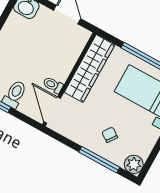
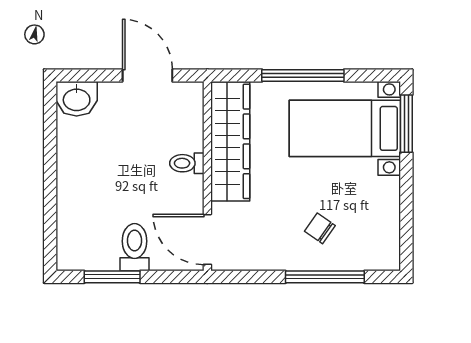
toilet: (53, 85) -> (187, 163), moved
plant: (134, 164) -> (384, 254), removed

